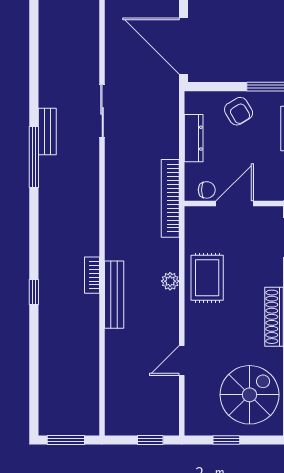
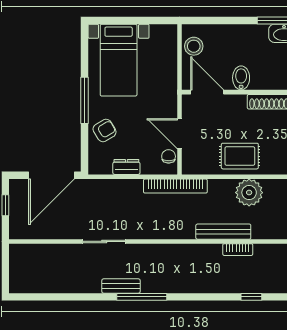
dresser: (194, 138) -> (126, 167), width x0.70
plant: (170, 281) -> (249, 193), width x1.87, depth x1.87
bench: (114, 295) -> (223, 232), moved

